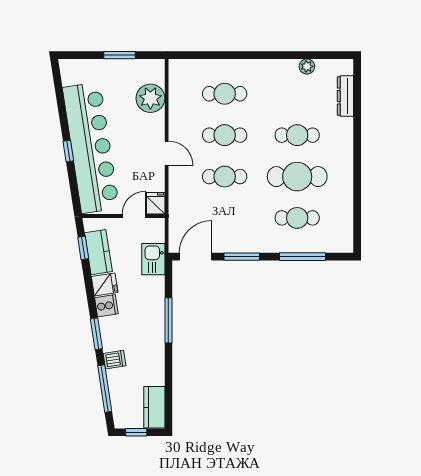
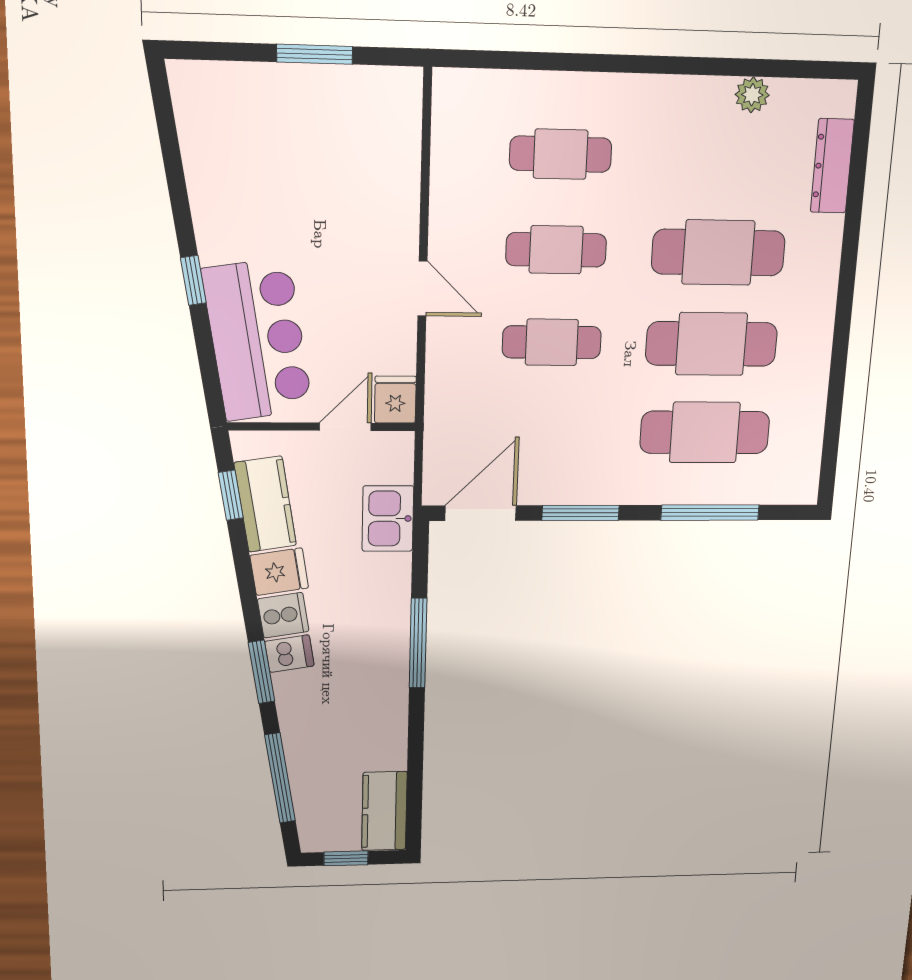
plant: (150, 98) -> (388, 161), removed
cafe table: (297, 135) -> (718, 253), width x1.37, depth x1.35
bar counter: (91, 148) -> (258, 340), width x0.54
cafe table: (297, 218) -> (705, 432), width x1.37, depth x1.35
dishwasher: (114, 360) -> (289, 654), moved

